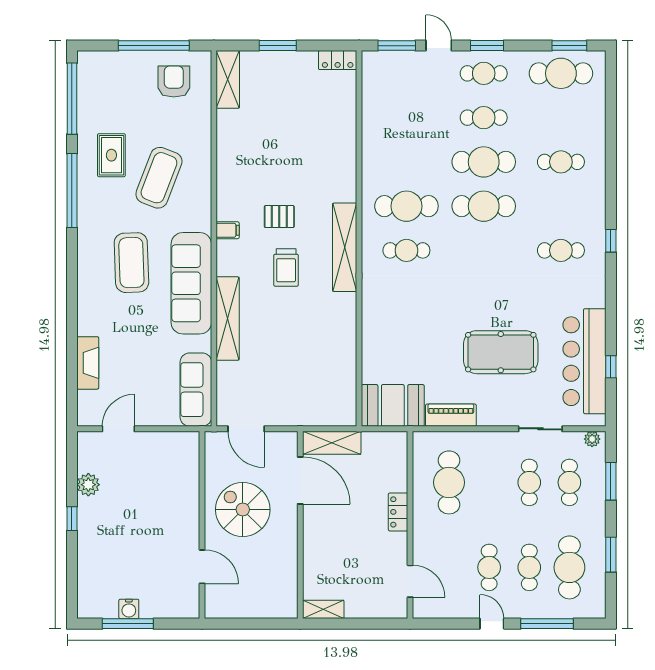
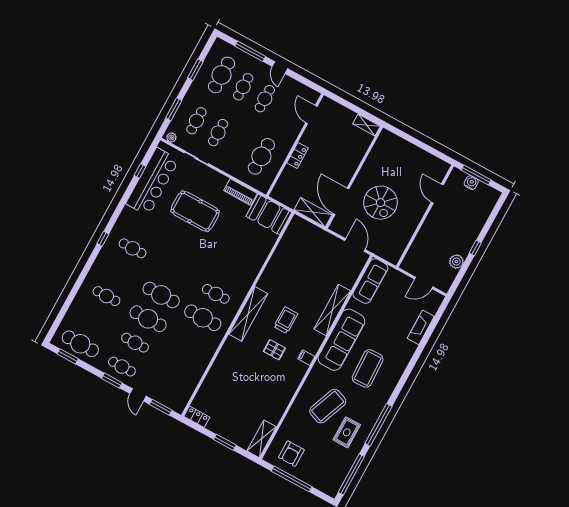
wall: (202, 525) -> (425, 216), moved
door: (202, 567) -> (437, 194), moved

